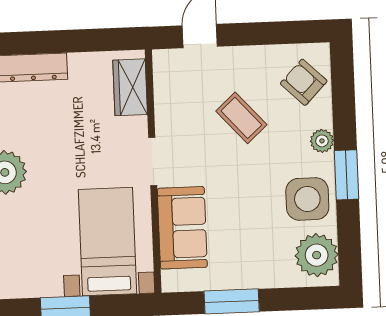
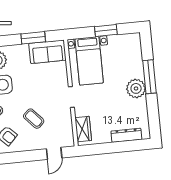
sofa: (182, 228) -> (47, 52), moved, turned -90

